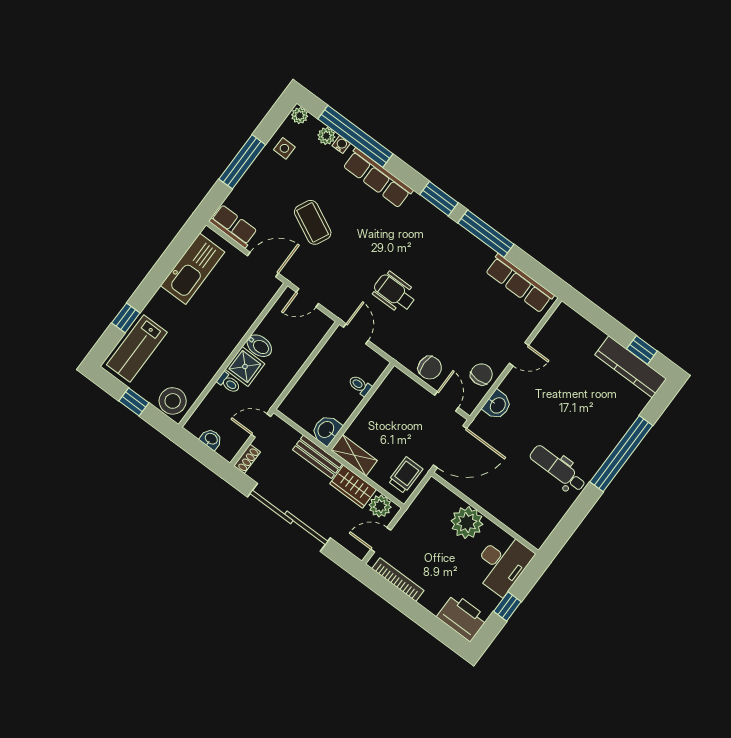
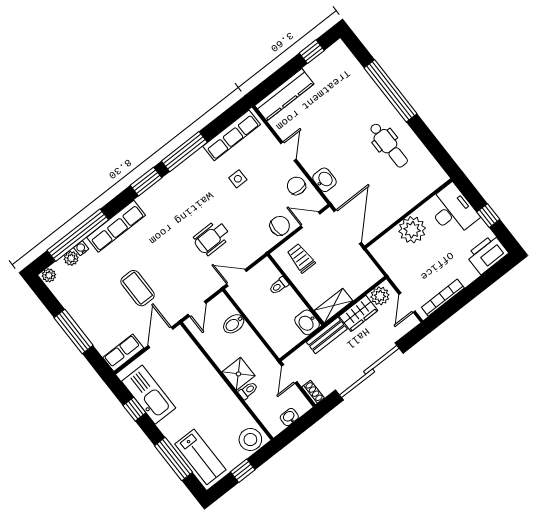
side table: (284, 148) -> (238, 179), moved
coffee table: (313, 222) -> (138, 288), turned 64
window: (171, 257) -> (134, 409), added
window: (126, 318) -> (173, 459), width x2.17
bidet: (259, 346) -> (234, 324), moved, turned 180
kitchen counter: (631, 367) -> (284, 95), moved
dental chair: (558, 468) -> (389, 145), turned -90
trolley: (405, 475) -> (301, 258), moved

